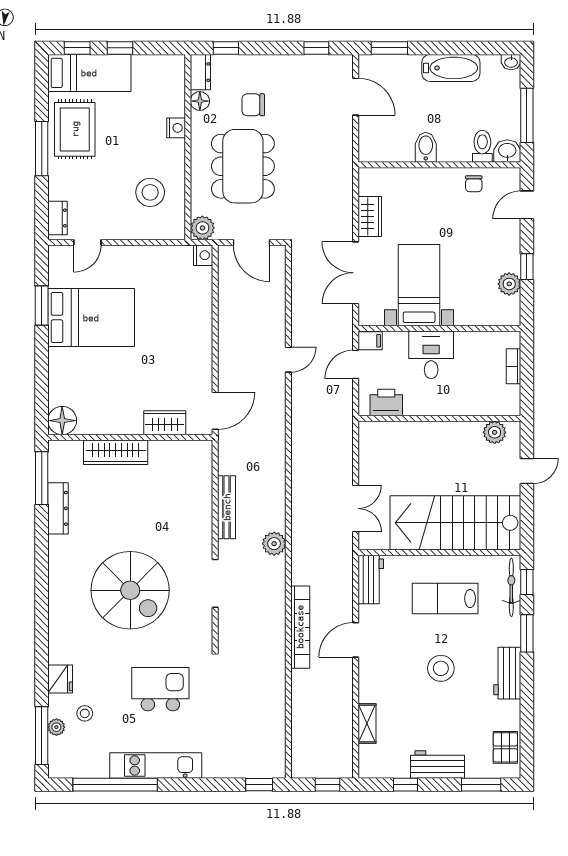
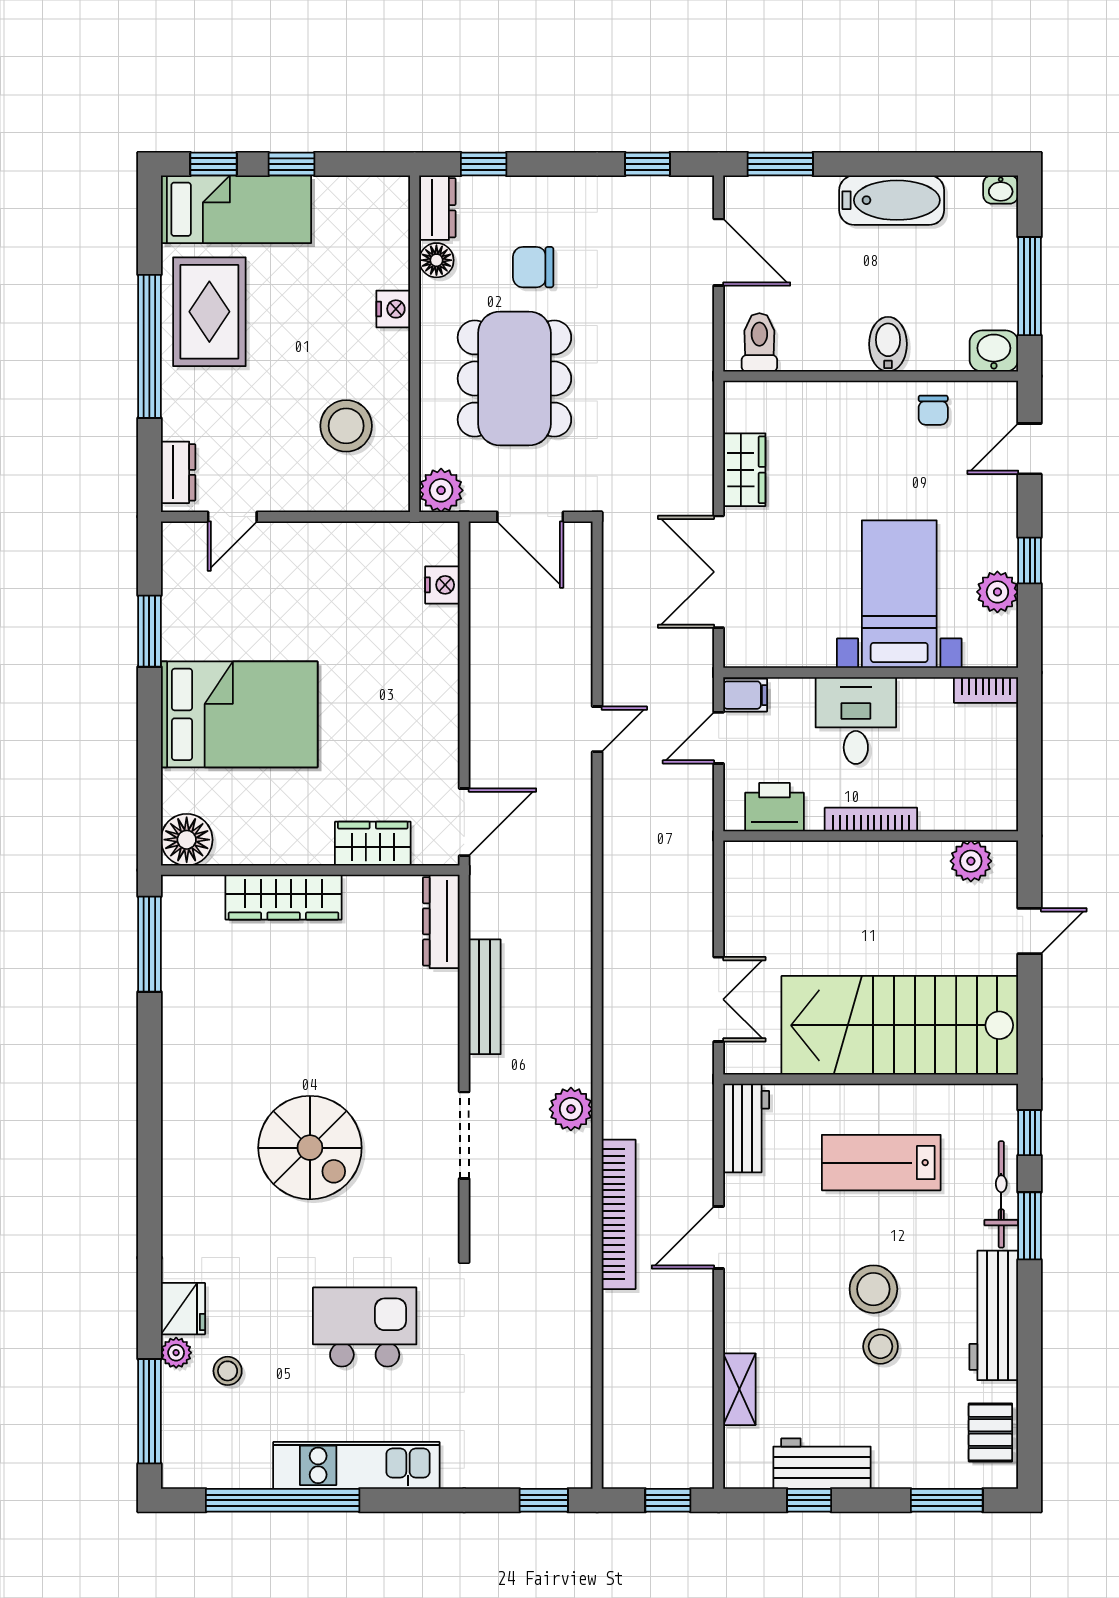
toilet: (482, 146) -> (759, 342), moved
bidet: (426, 147) -> (888, 344), moved
window: (42, 149) -> (149, 346), width x1.46
nightstand: (203, 255) -> (442, 585), moved
bed with nightstands: (419, 285) -> (899, 594), moved
bed: (91, 318) -> (239, 714), moved
bookcase: (514, 366) -> (986, 690), moved, turned -90
bookcase: (439, 409) -> (871, 820), added
dresser: (58, 508) -> (441, 921), moved, turned 180
plant: (274, 544) -> (571, 1109), moved
bicycle: (511, 587) -> (1001, 1194), moved
spiral stairs: (130, 590) -> (310, 1148), width x0.73, depth x0.73
workbench: (507, 673) -> (994, 1315), width x1.38
stool: (445, 700) -> (881, 1346), added
plant: (56, 727) -> (176, 1353), moved
workbench: (438, 765) -> (822, 1464), moved

